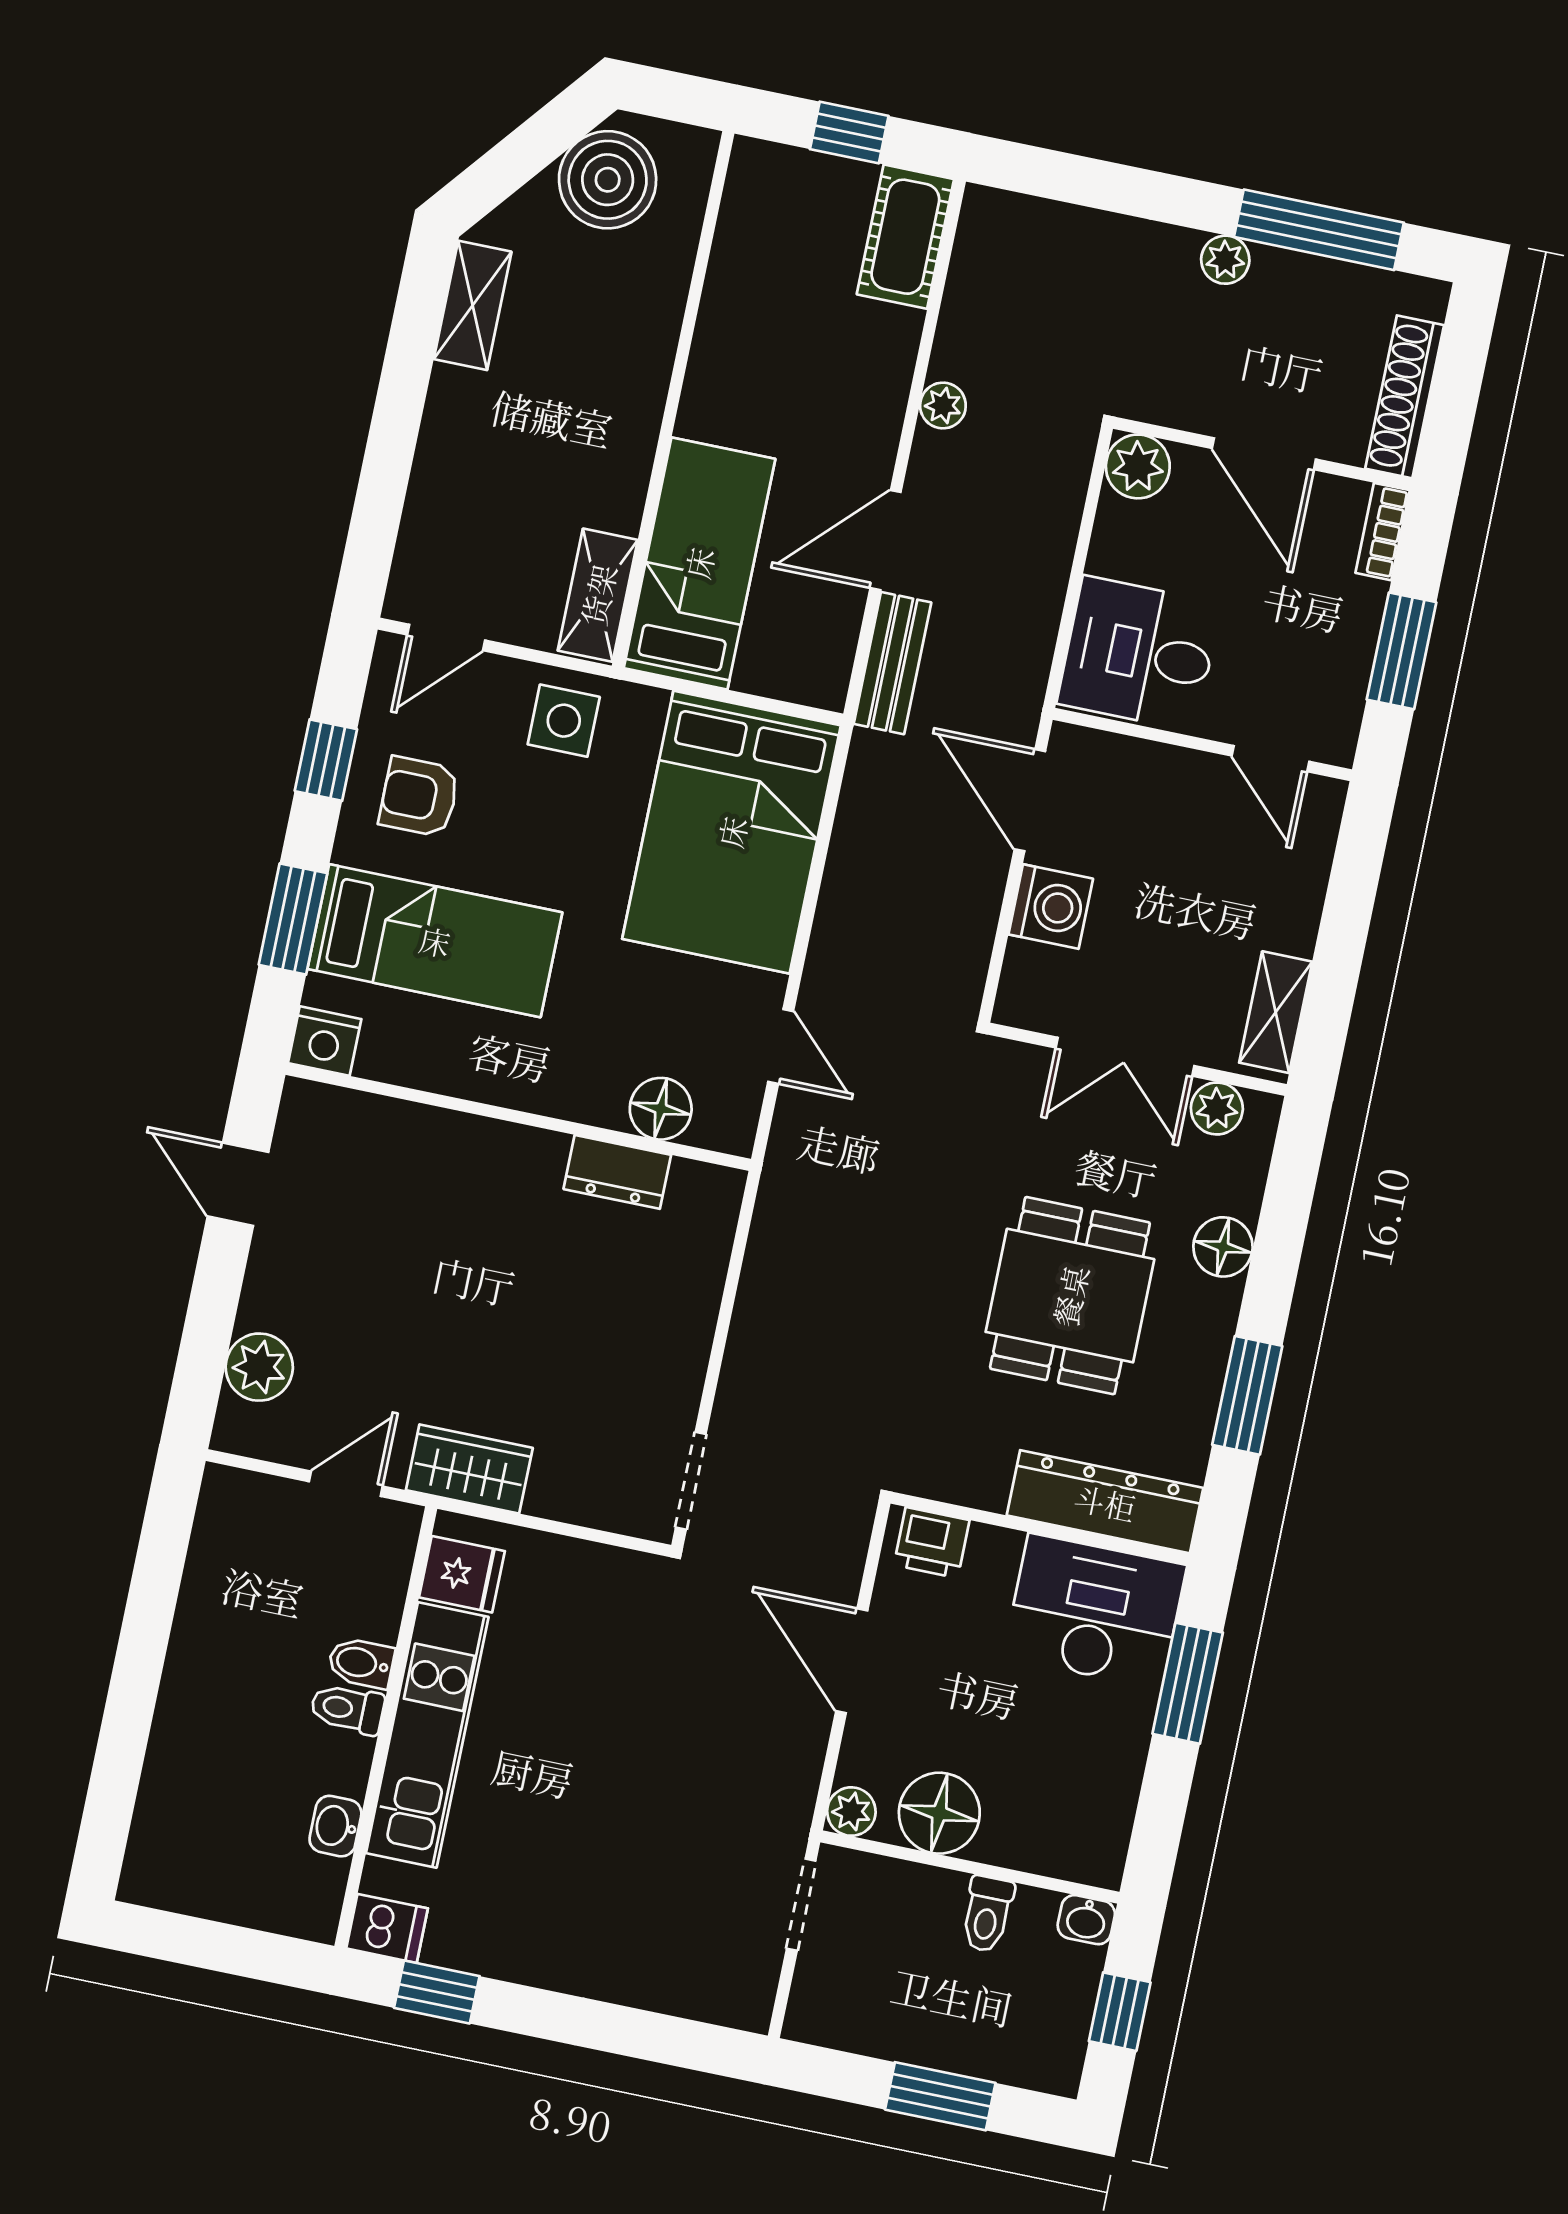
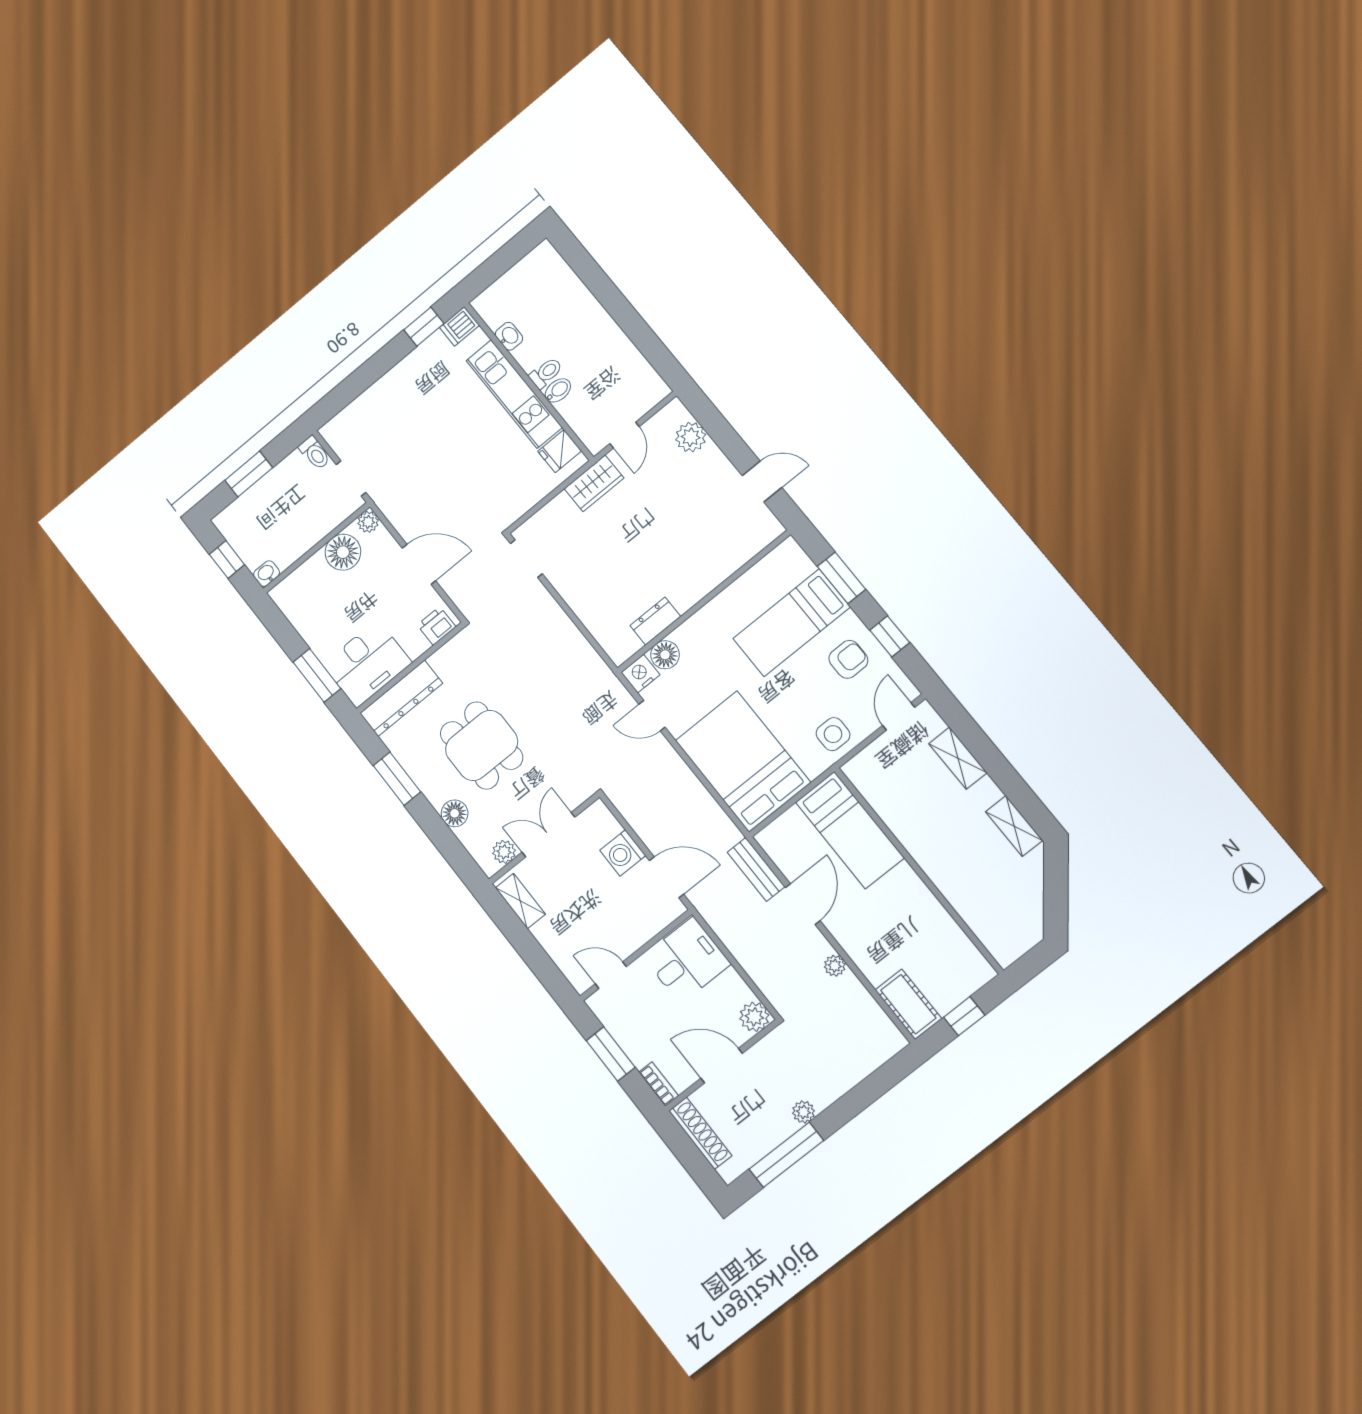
boiler: (608, 180) -> (1020, 914), removed
shelving: (598, 595) -> (958, 758), moved
nightstand: (325, 1041) -> (640, 674), moved
toilet: (987, 1914) -> (315, 453), moved, turned 180

